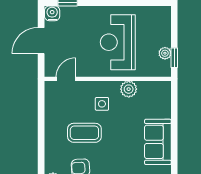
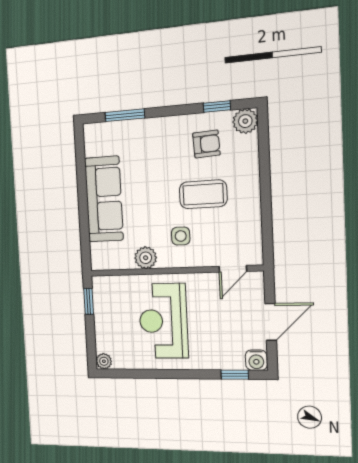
reception desk: (118, 42) -> (163, 321), turned 180
plant: (165, 53) -> (104, 361), moved
sofa: (158, 142) -> (104, 199), width x1.36

